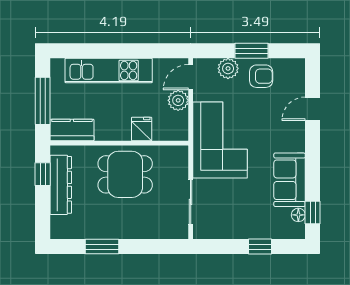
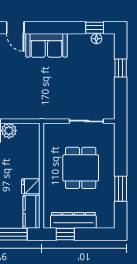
fridge: (142, 129) -> (31, 186), moved
corner sofa: (220, 140) -> (39, 99), removed
dining table: (125, 174) -> (81, 168), moved
sofa: (290, 180) -> (46, 45), moved

